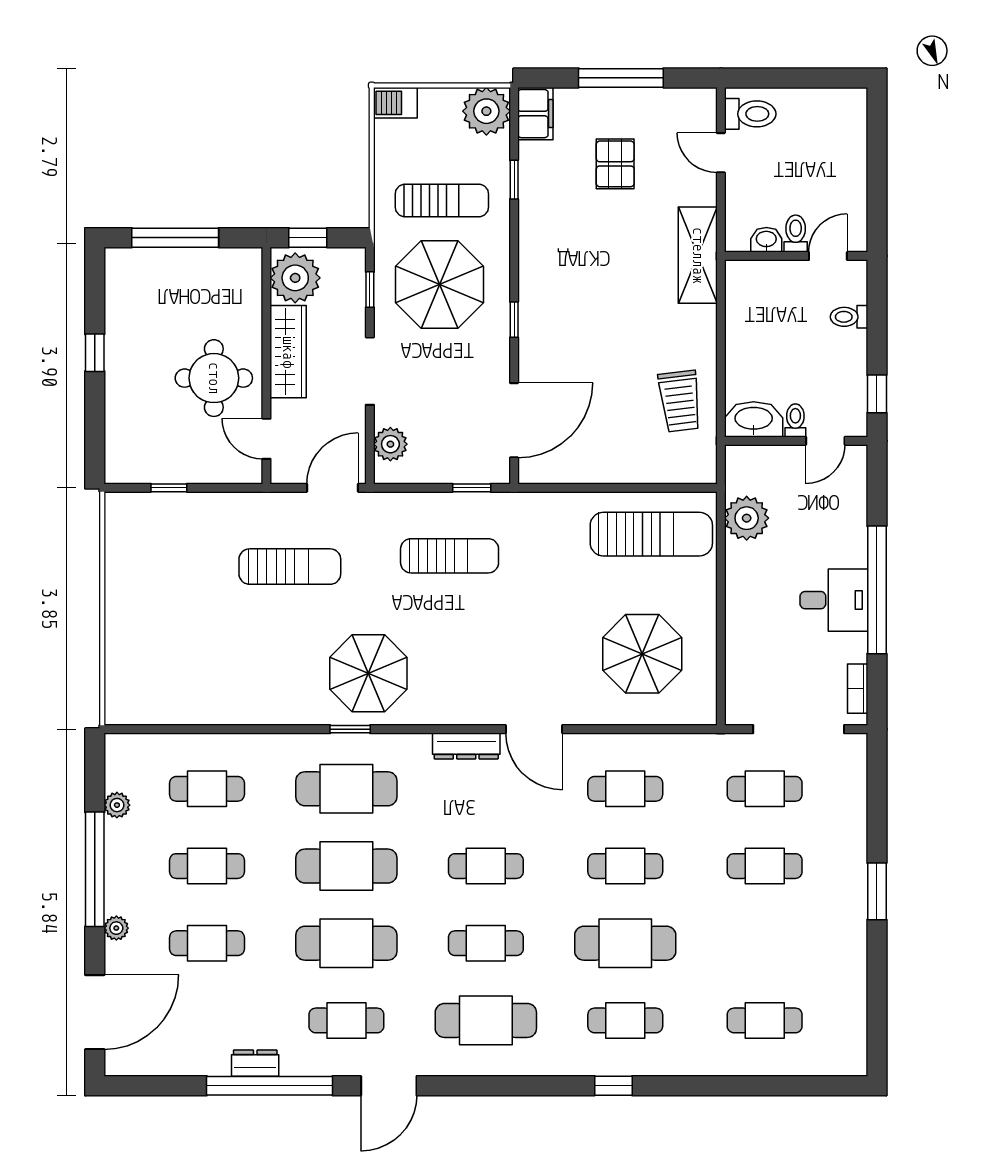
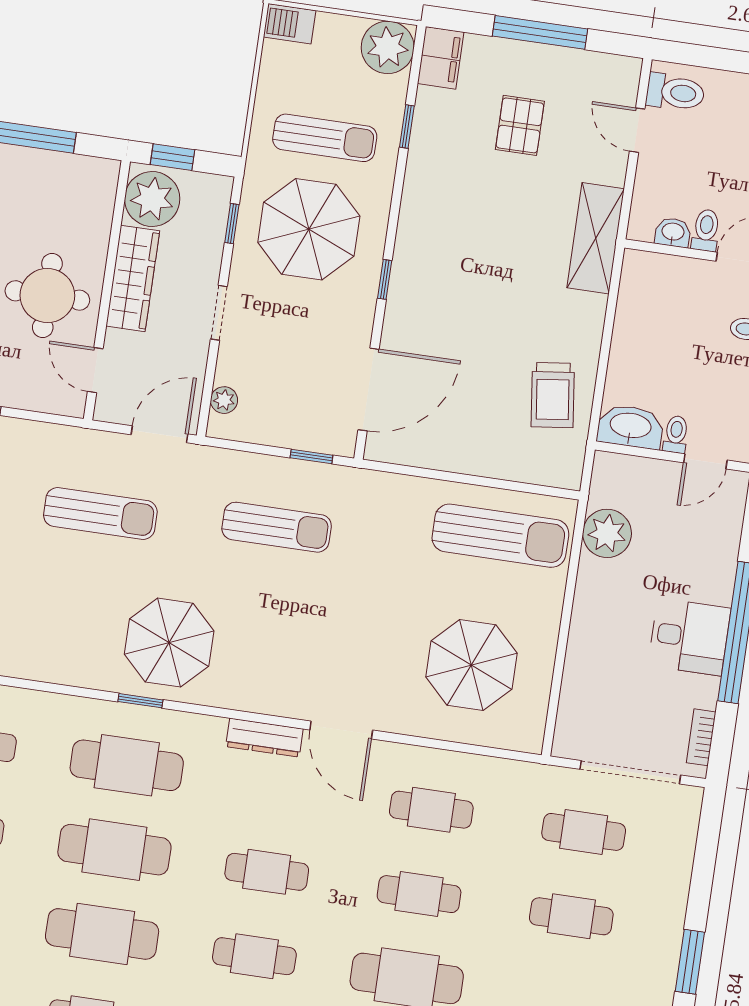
doorway: (370, 371) -> (219, 313), width x0.73
plant: (390, 444) -> (224, 400), width x0.73, depth x0.73

